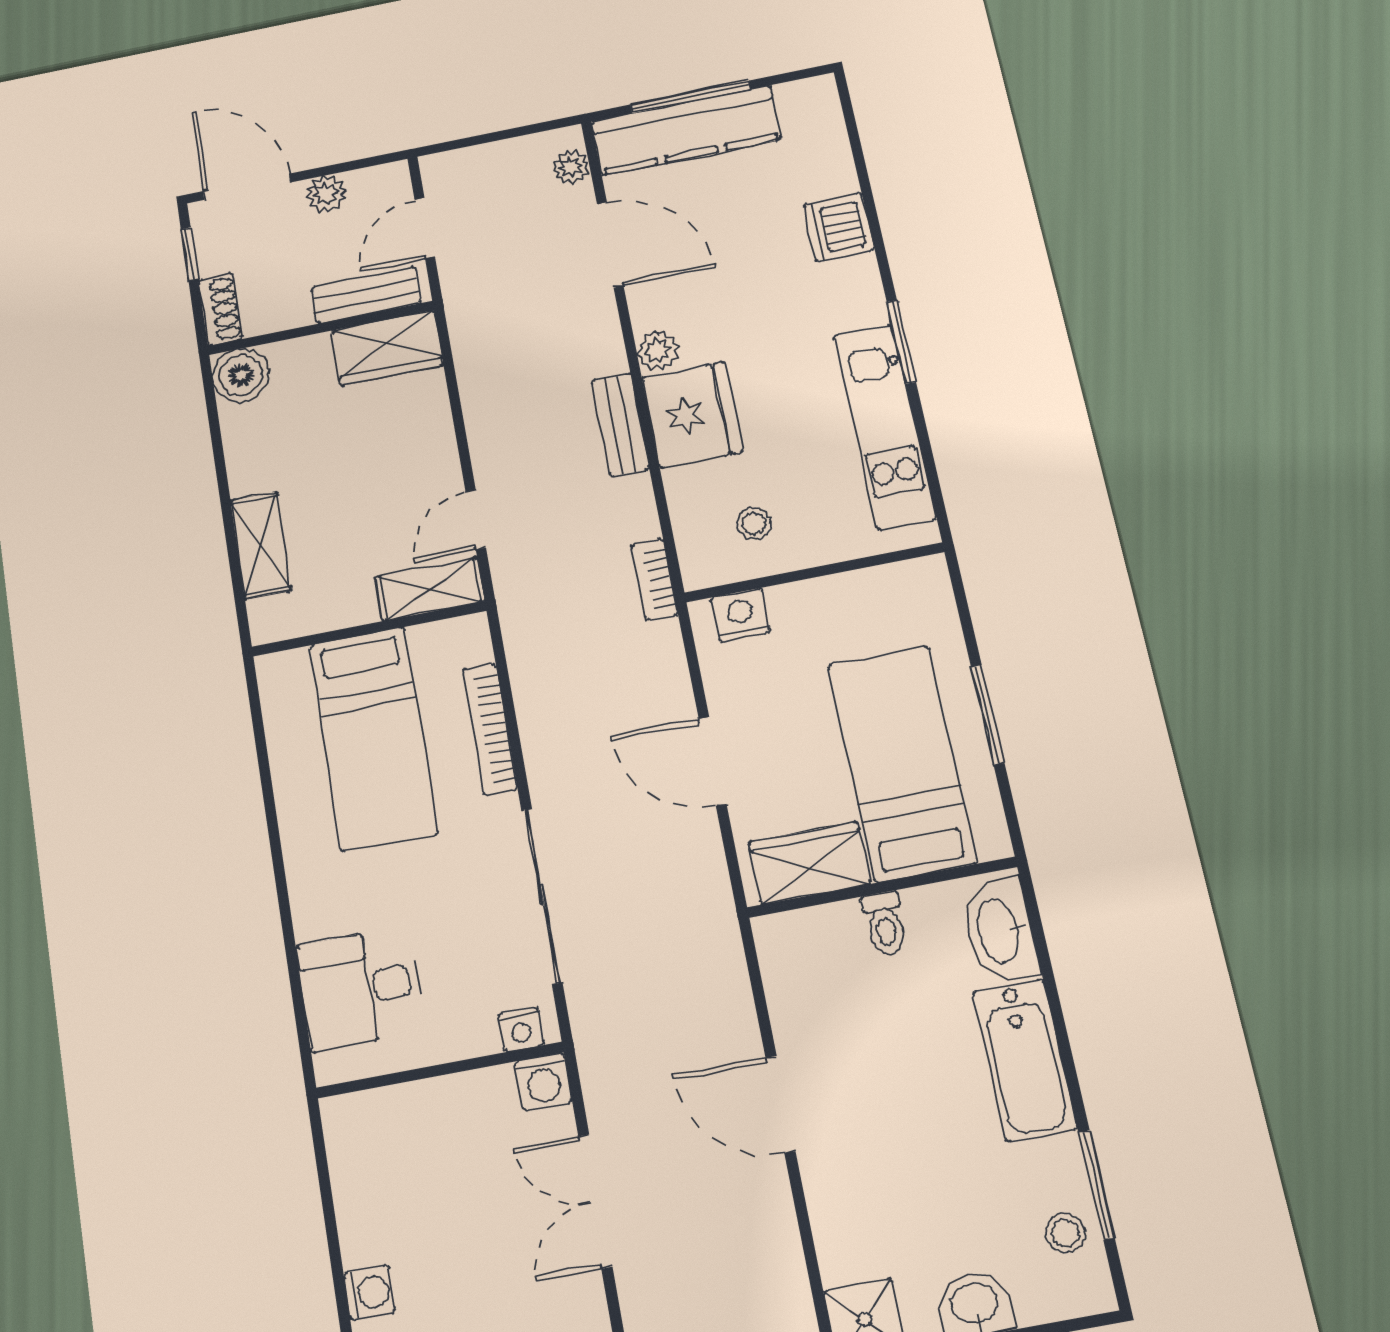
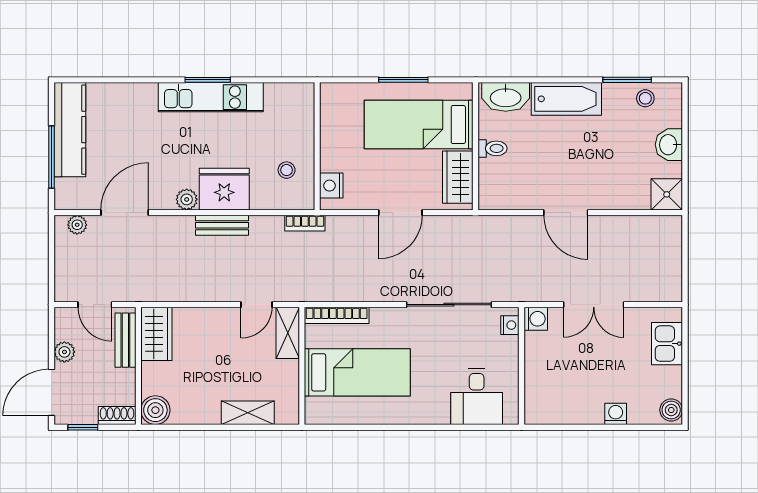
kitchen counter: (686, 130) -> (70, 130), moved
dishwasher: (839, 227) -> (140, 98), removed
kitchen unit: (885, 427) -> (211, 97), moved
door: (476, 519) -> (256, 305), hinge flipped
bookcase: (490, 729) -> (337, 315), moved
door: (780, 1104) -> (566, 213), hinge flipped

